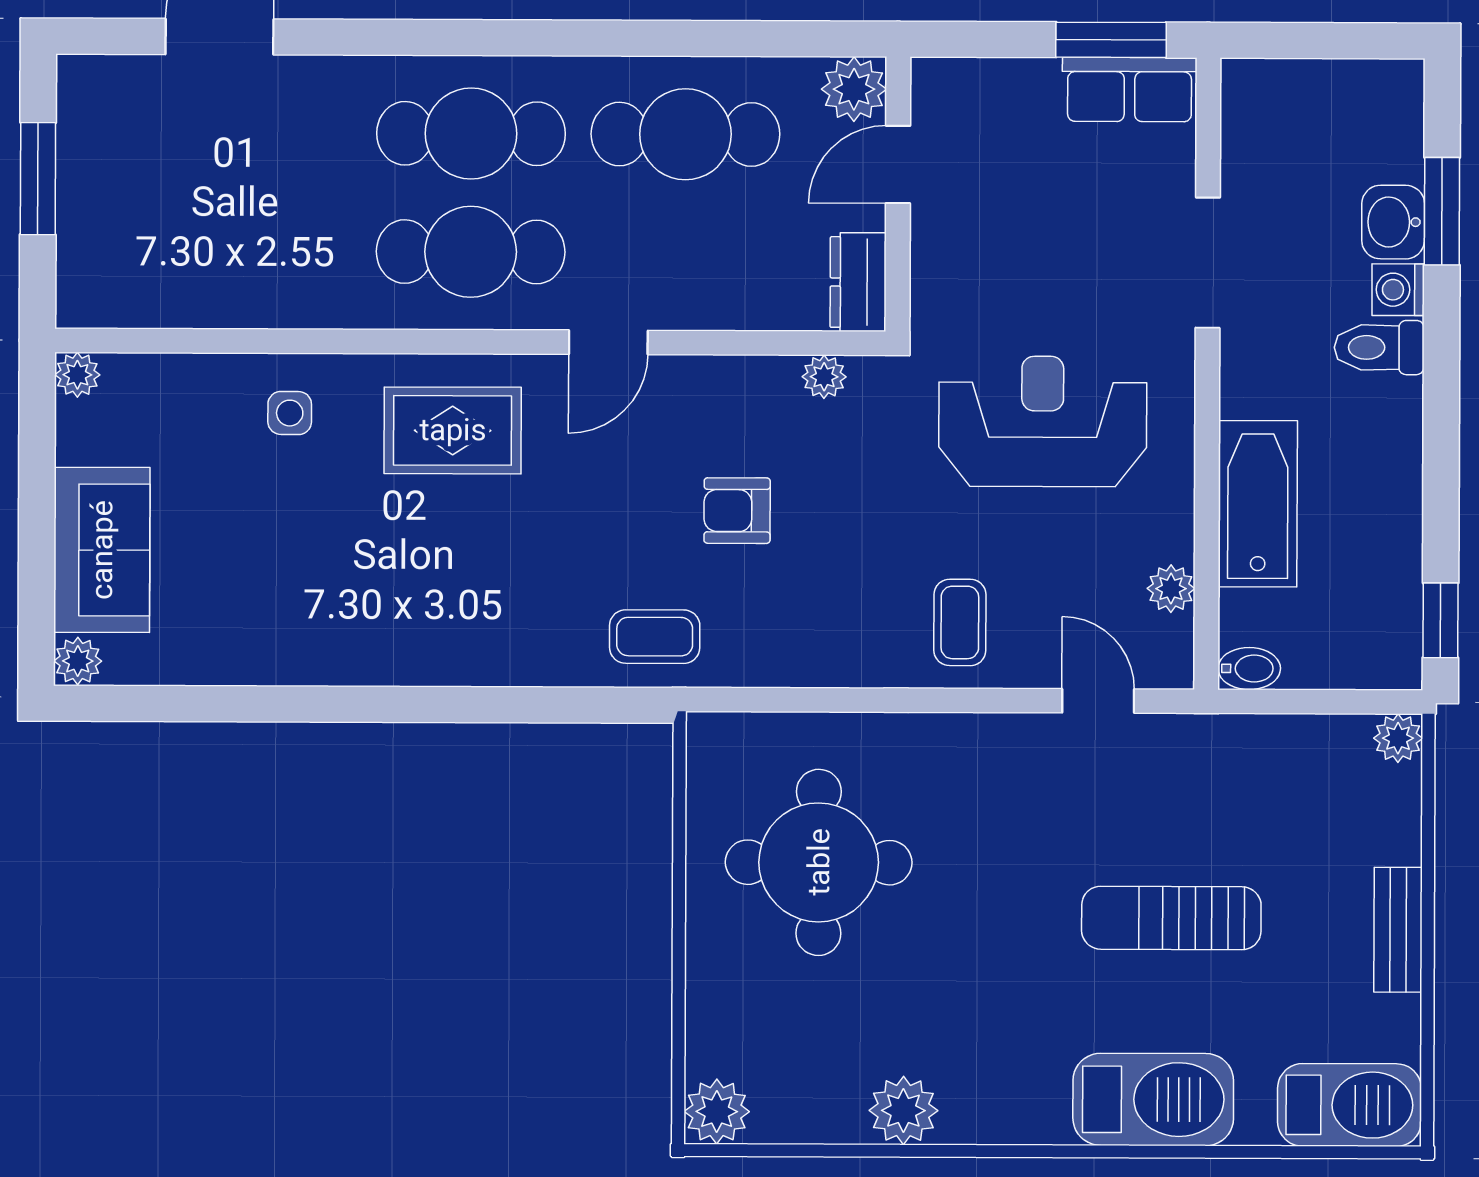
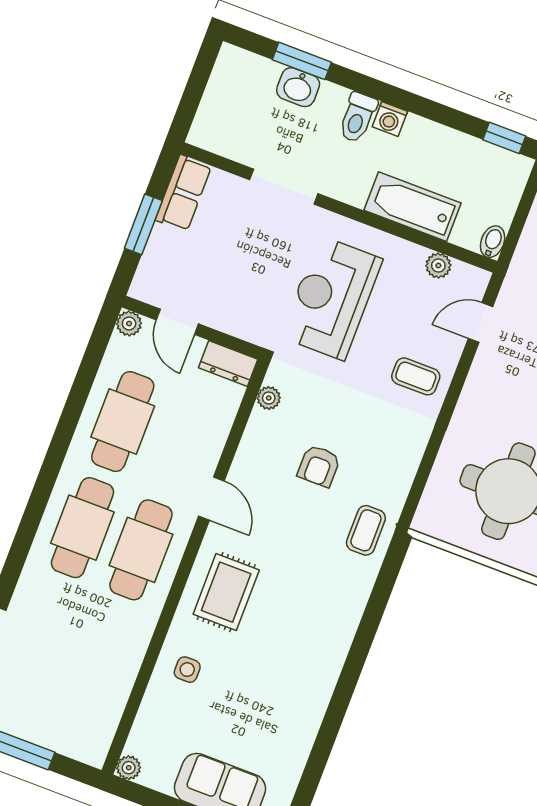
window: (1111, 40) -> (143, 224), moved
plant: (854, 89) -> (129, 324), width x0.73, depth x0.73
washing machine: (1398, 290) -> (390, 119), moved

